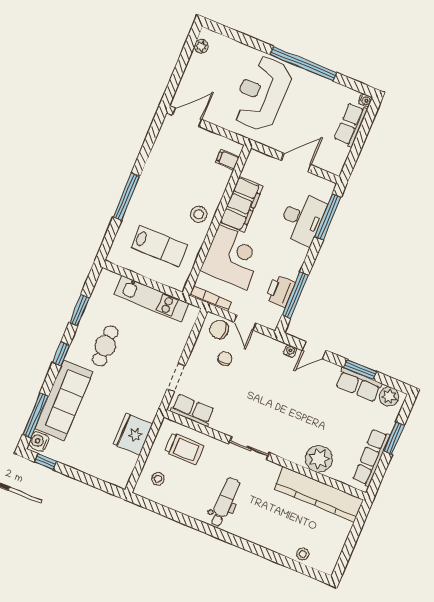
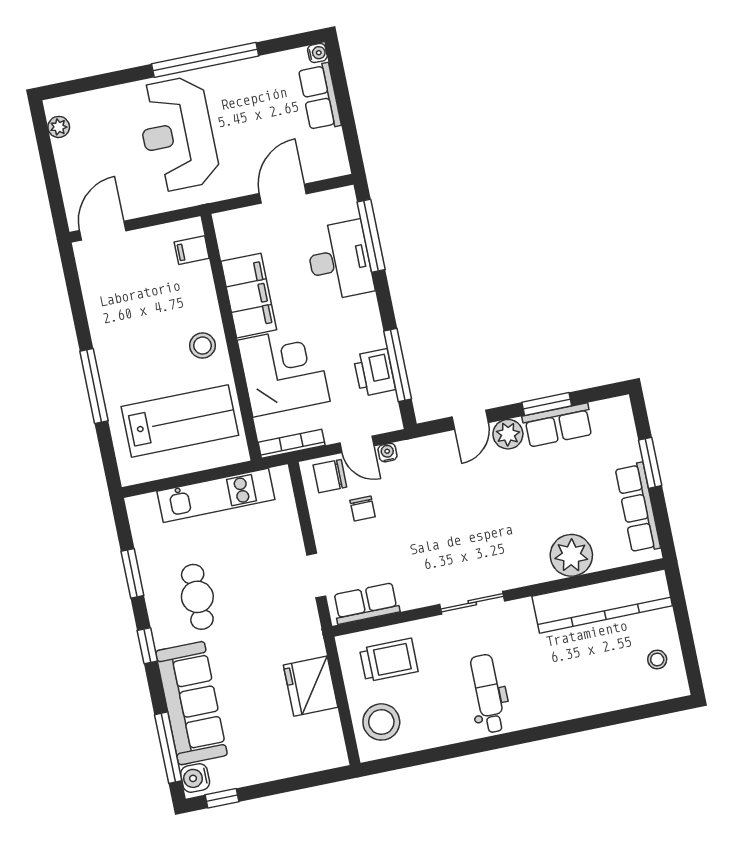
lab bench: (159, 246) -> (180, 421), width x1.36, depth x1.39
water cooler: (290, 351) -> (387, 453), moved
chair: (225, 359) -> (363, 509), turned 180
plant: (389, 397) -> (508, 434), moved
stool: (158, 479) -> (381, 722), width x1.89, depth x1.89
stool: (303, 554) -> (657, 659), moved

